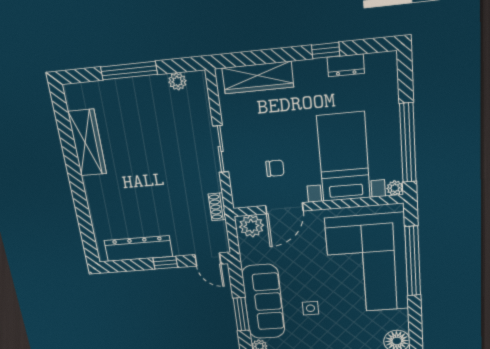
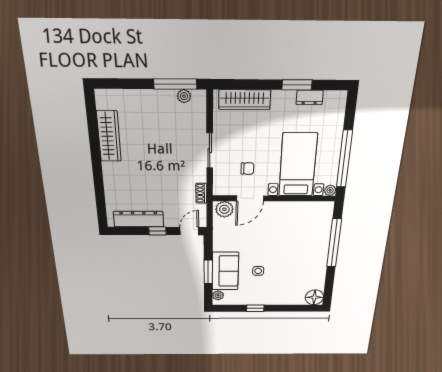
window: (326, 50) -> (297, 85), width x1.50
window: (129, 71) -> (175, 84), moved
door: (208, 259) -> (189, 231), swing flipped
corner sofa: (367, 264) -> (303, 243), removed
sofa: (263, 302) -> (225, 271), width x0.73

